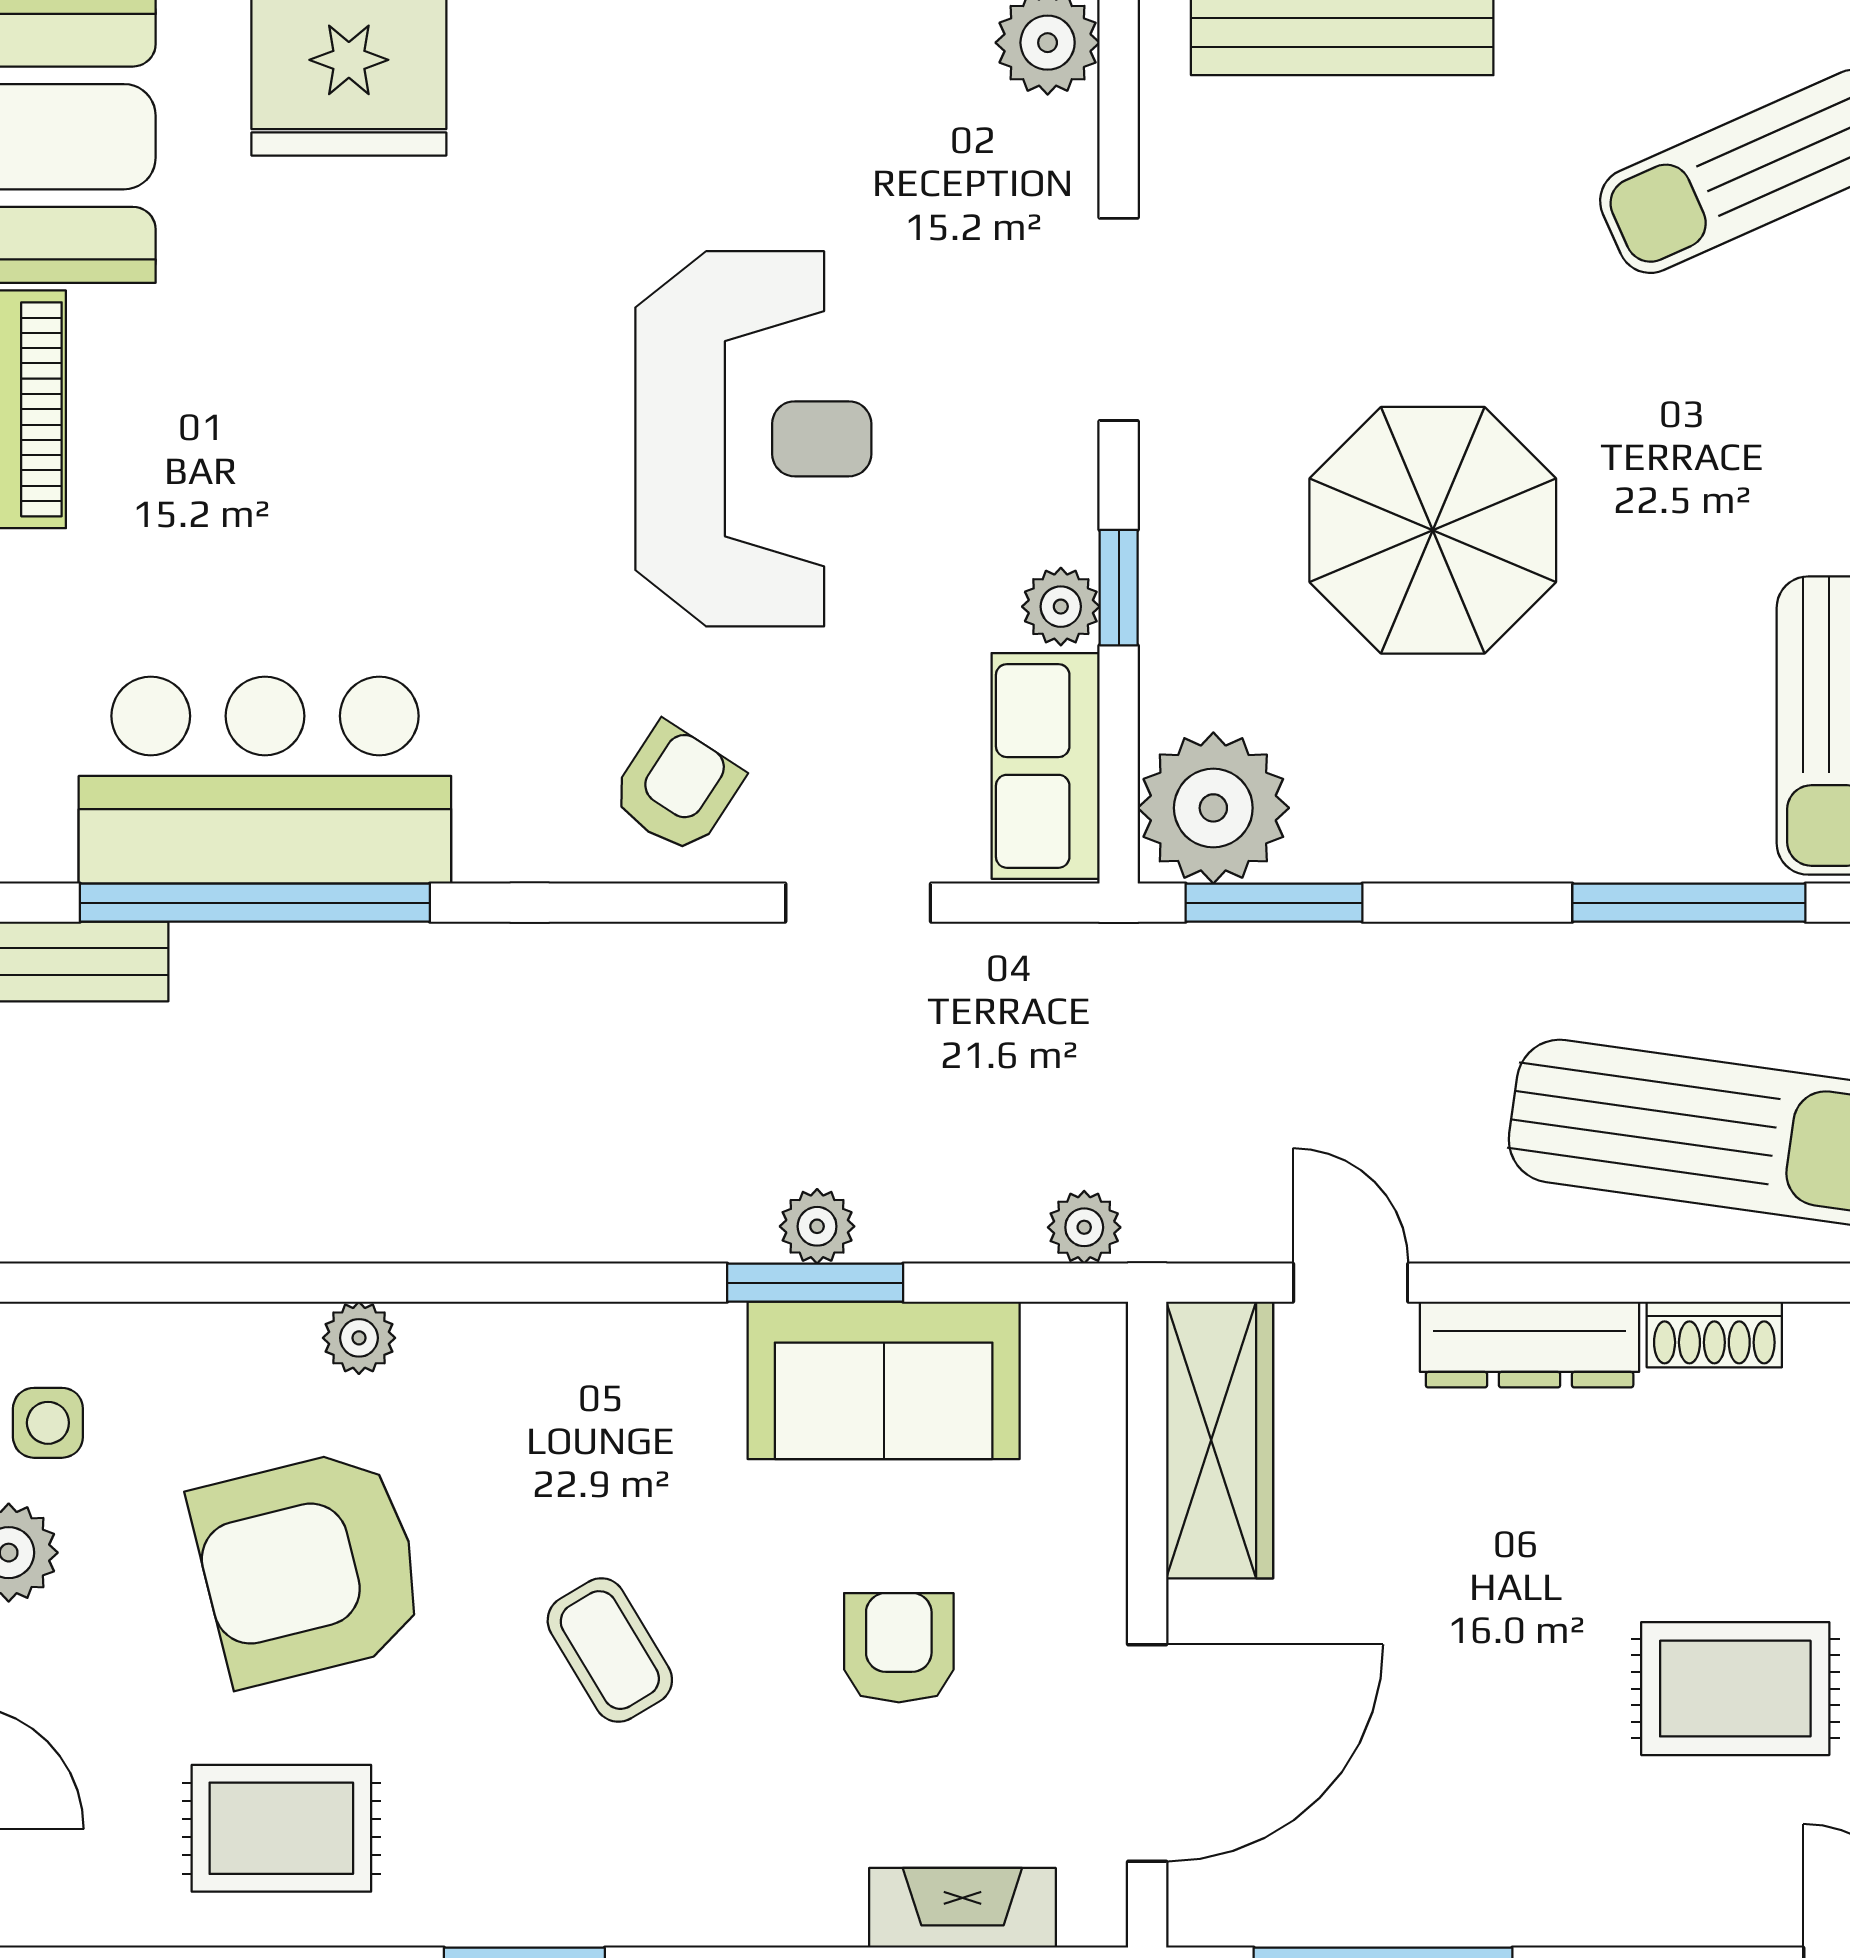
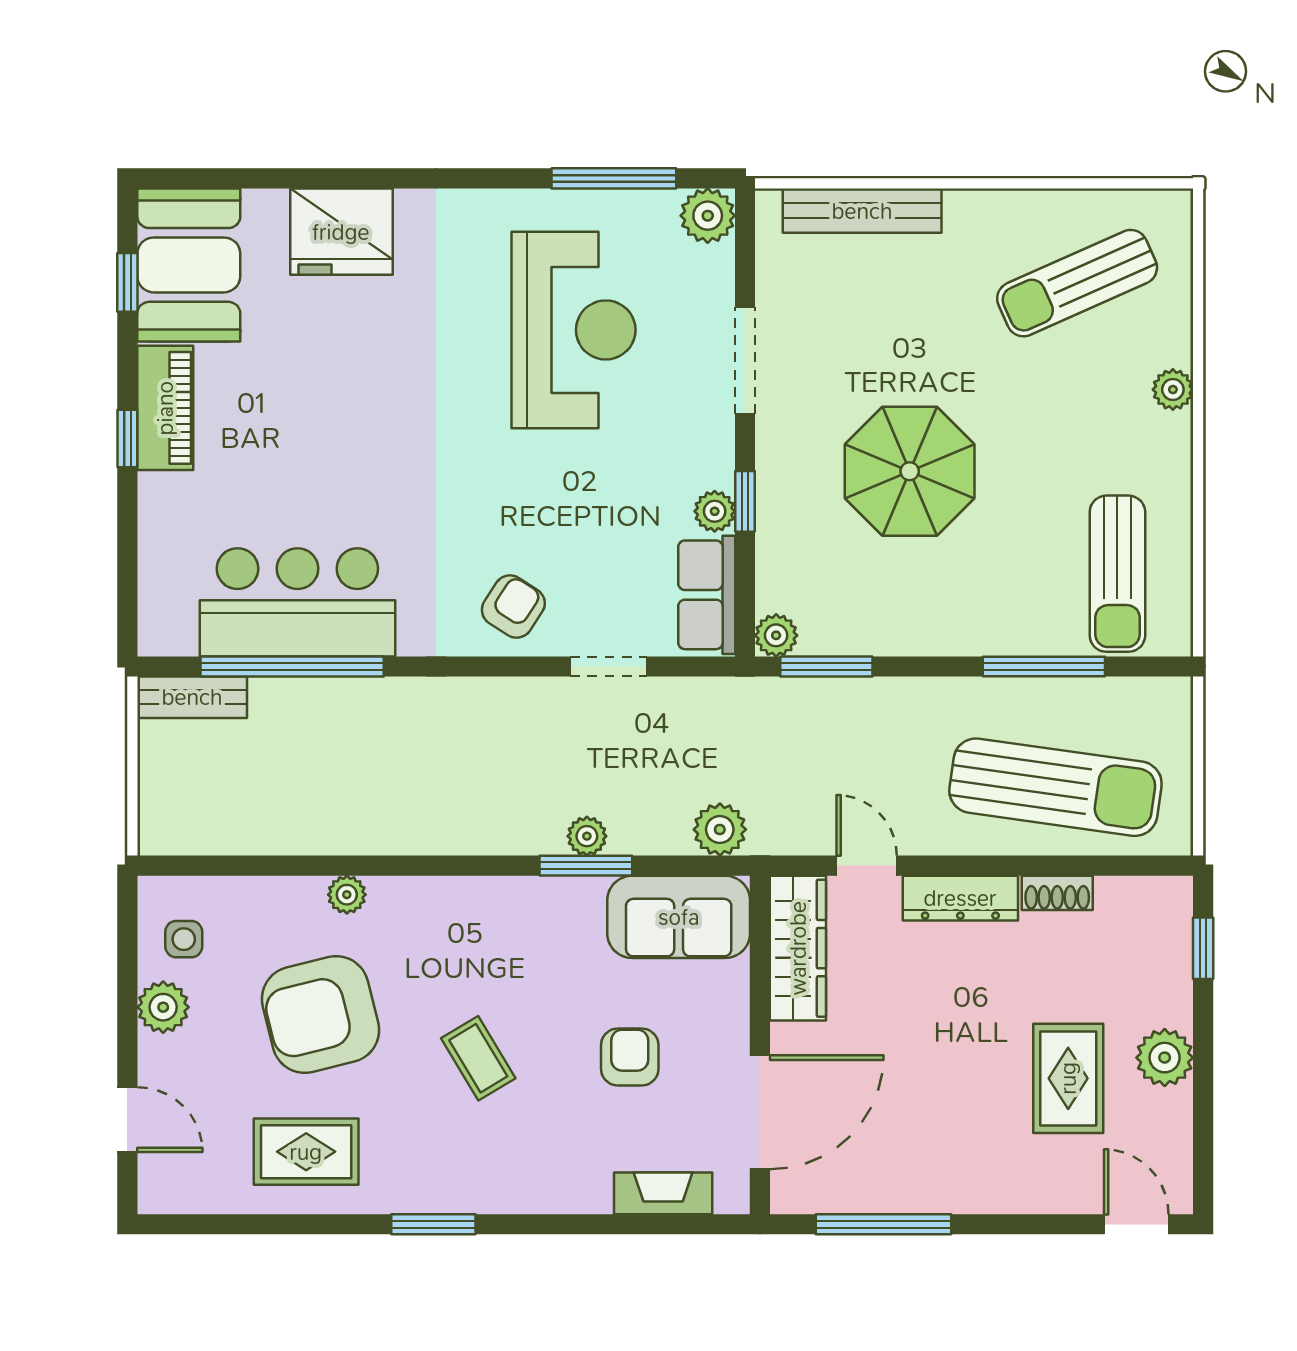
reception desk: (753, 439) -> (574, 330), moved
plant: (1213, 808) -> (776, 635), width x0.53, depth x0.53
plant: (1084, 1227) -> (720, 829), width x1.38, depth x1.38
sofa: (884, 1380) -> (679, 917), moved
rug: (1735, 1689) -> (1068, 1078), turned 90

